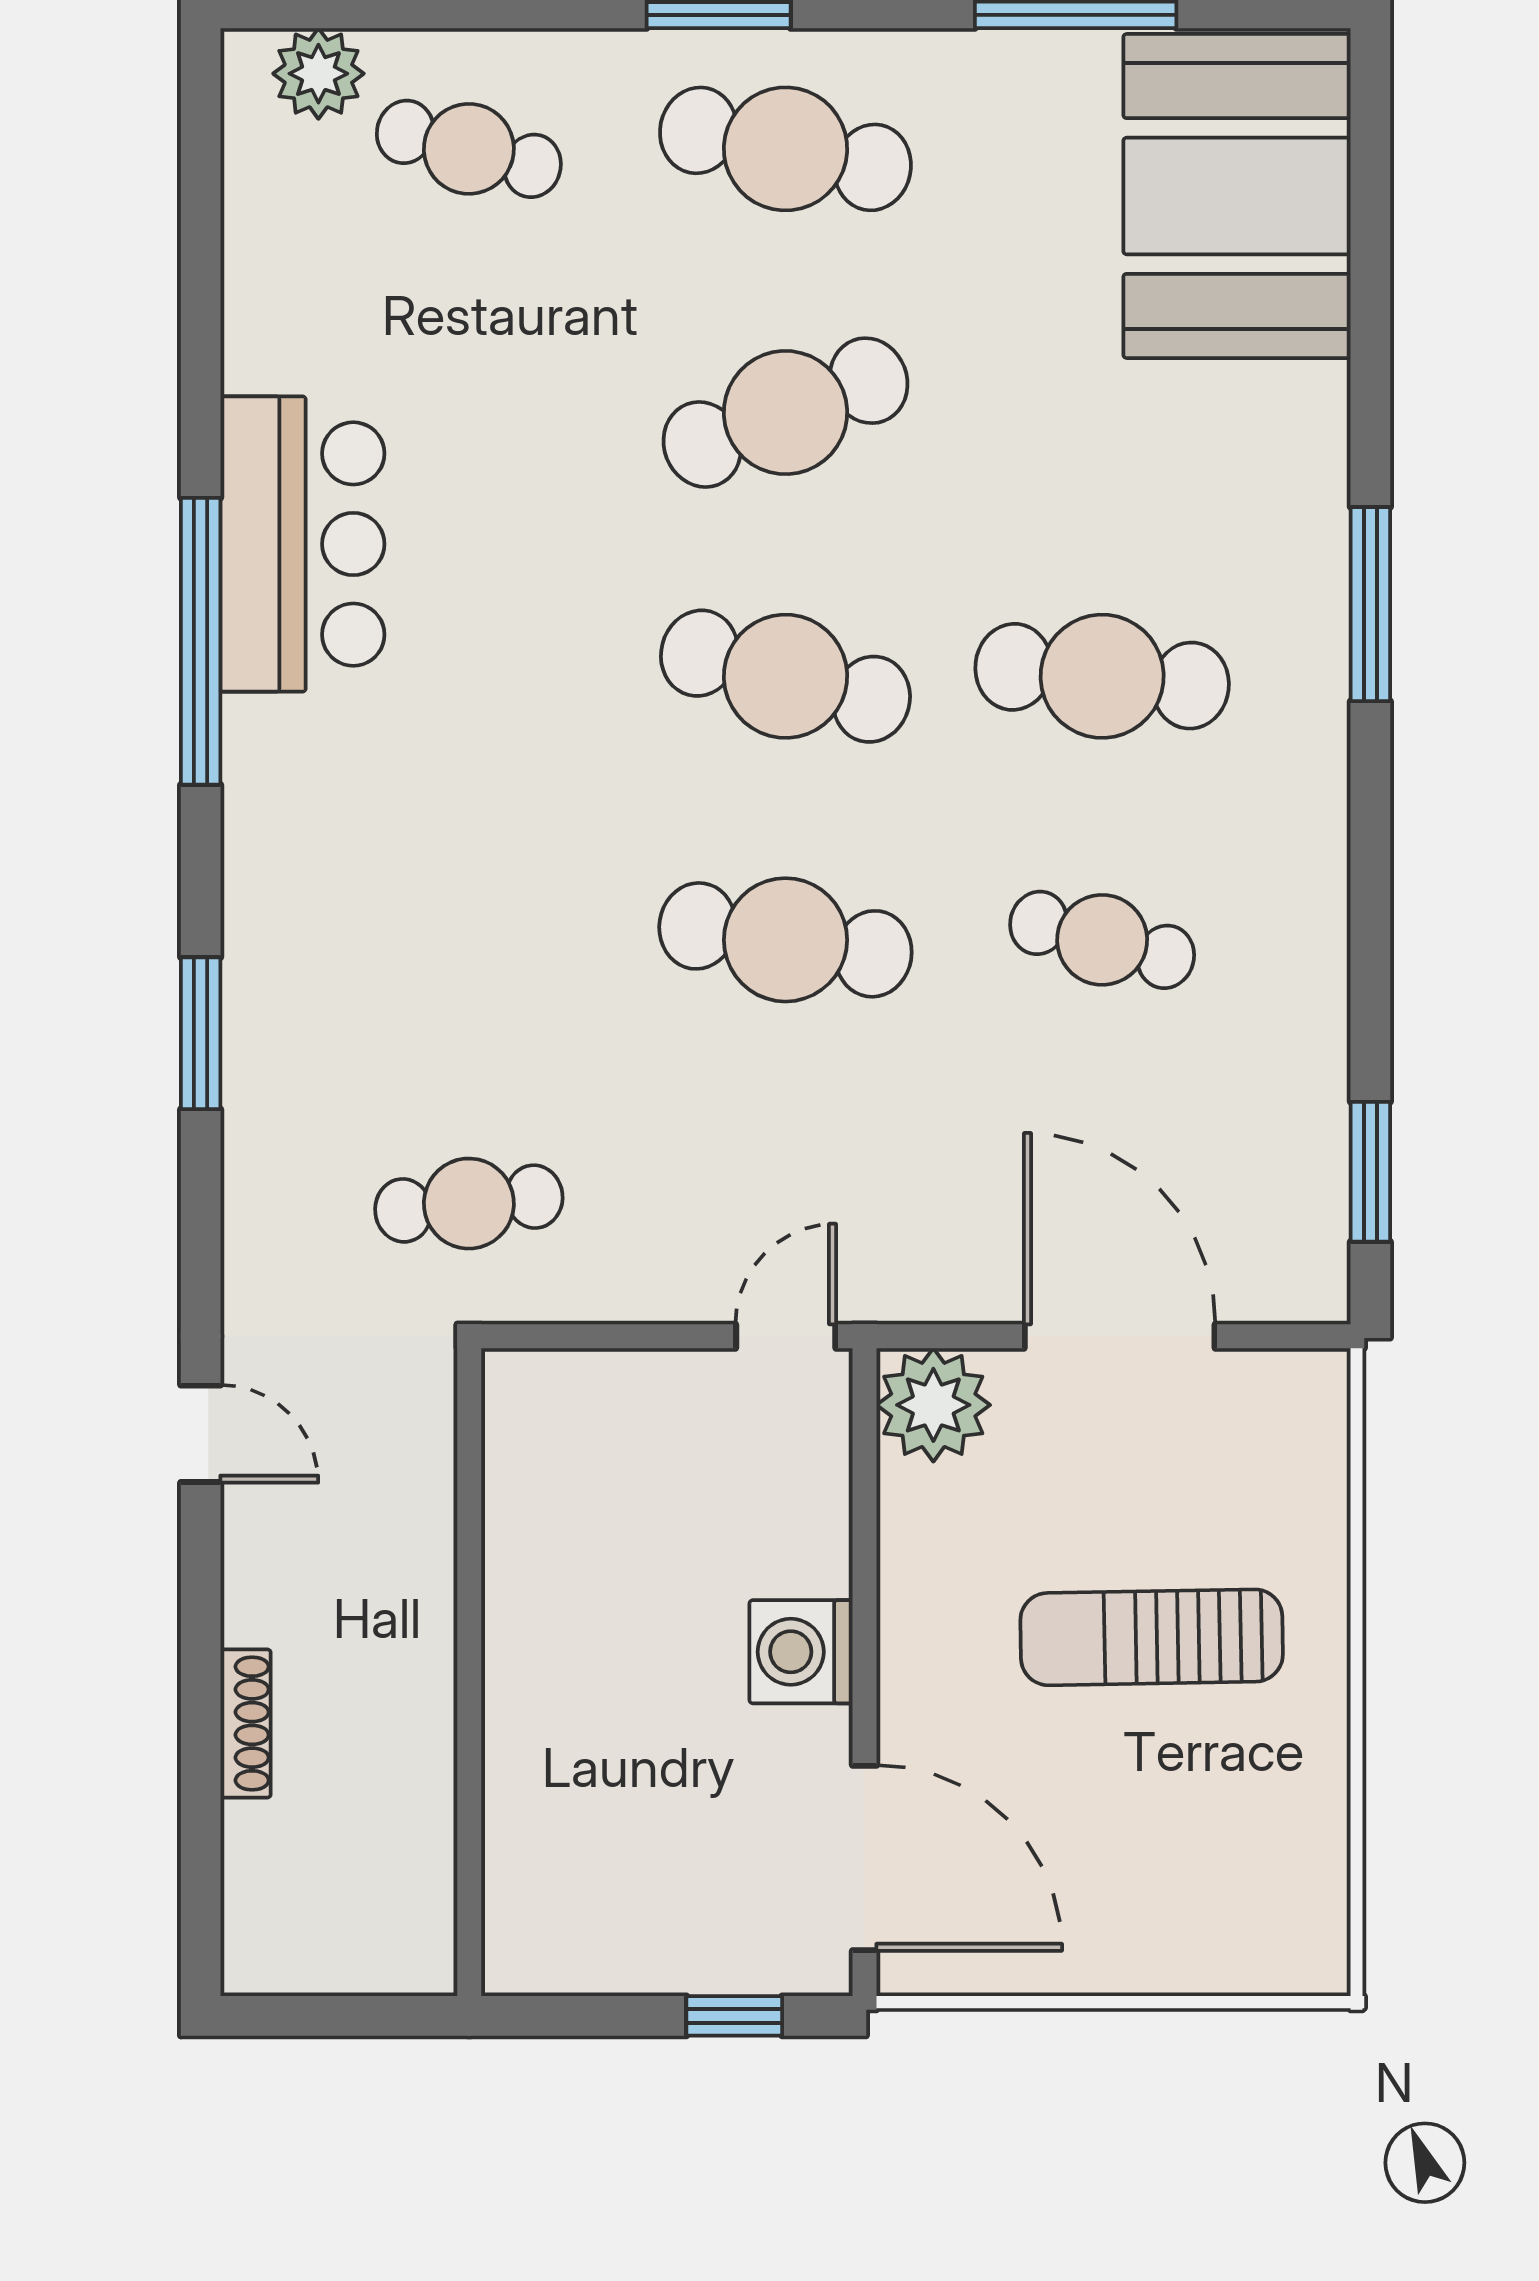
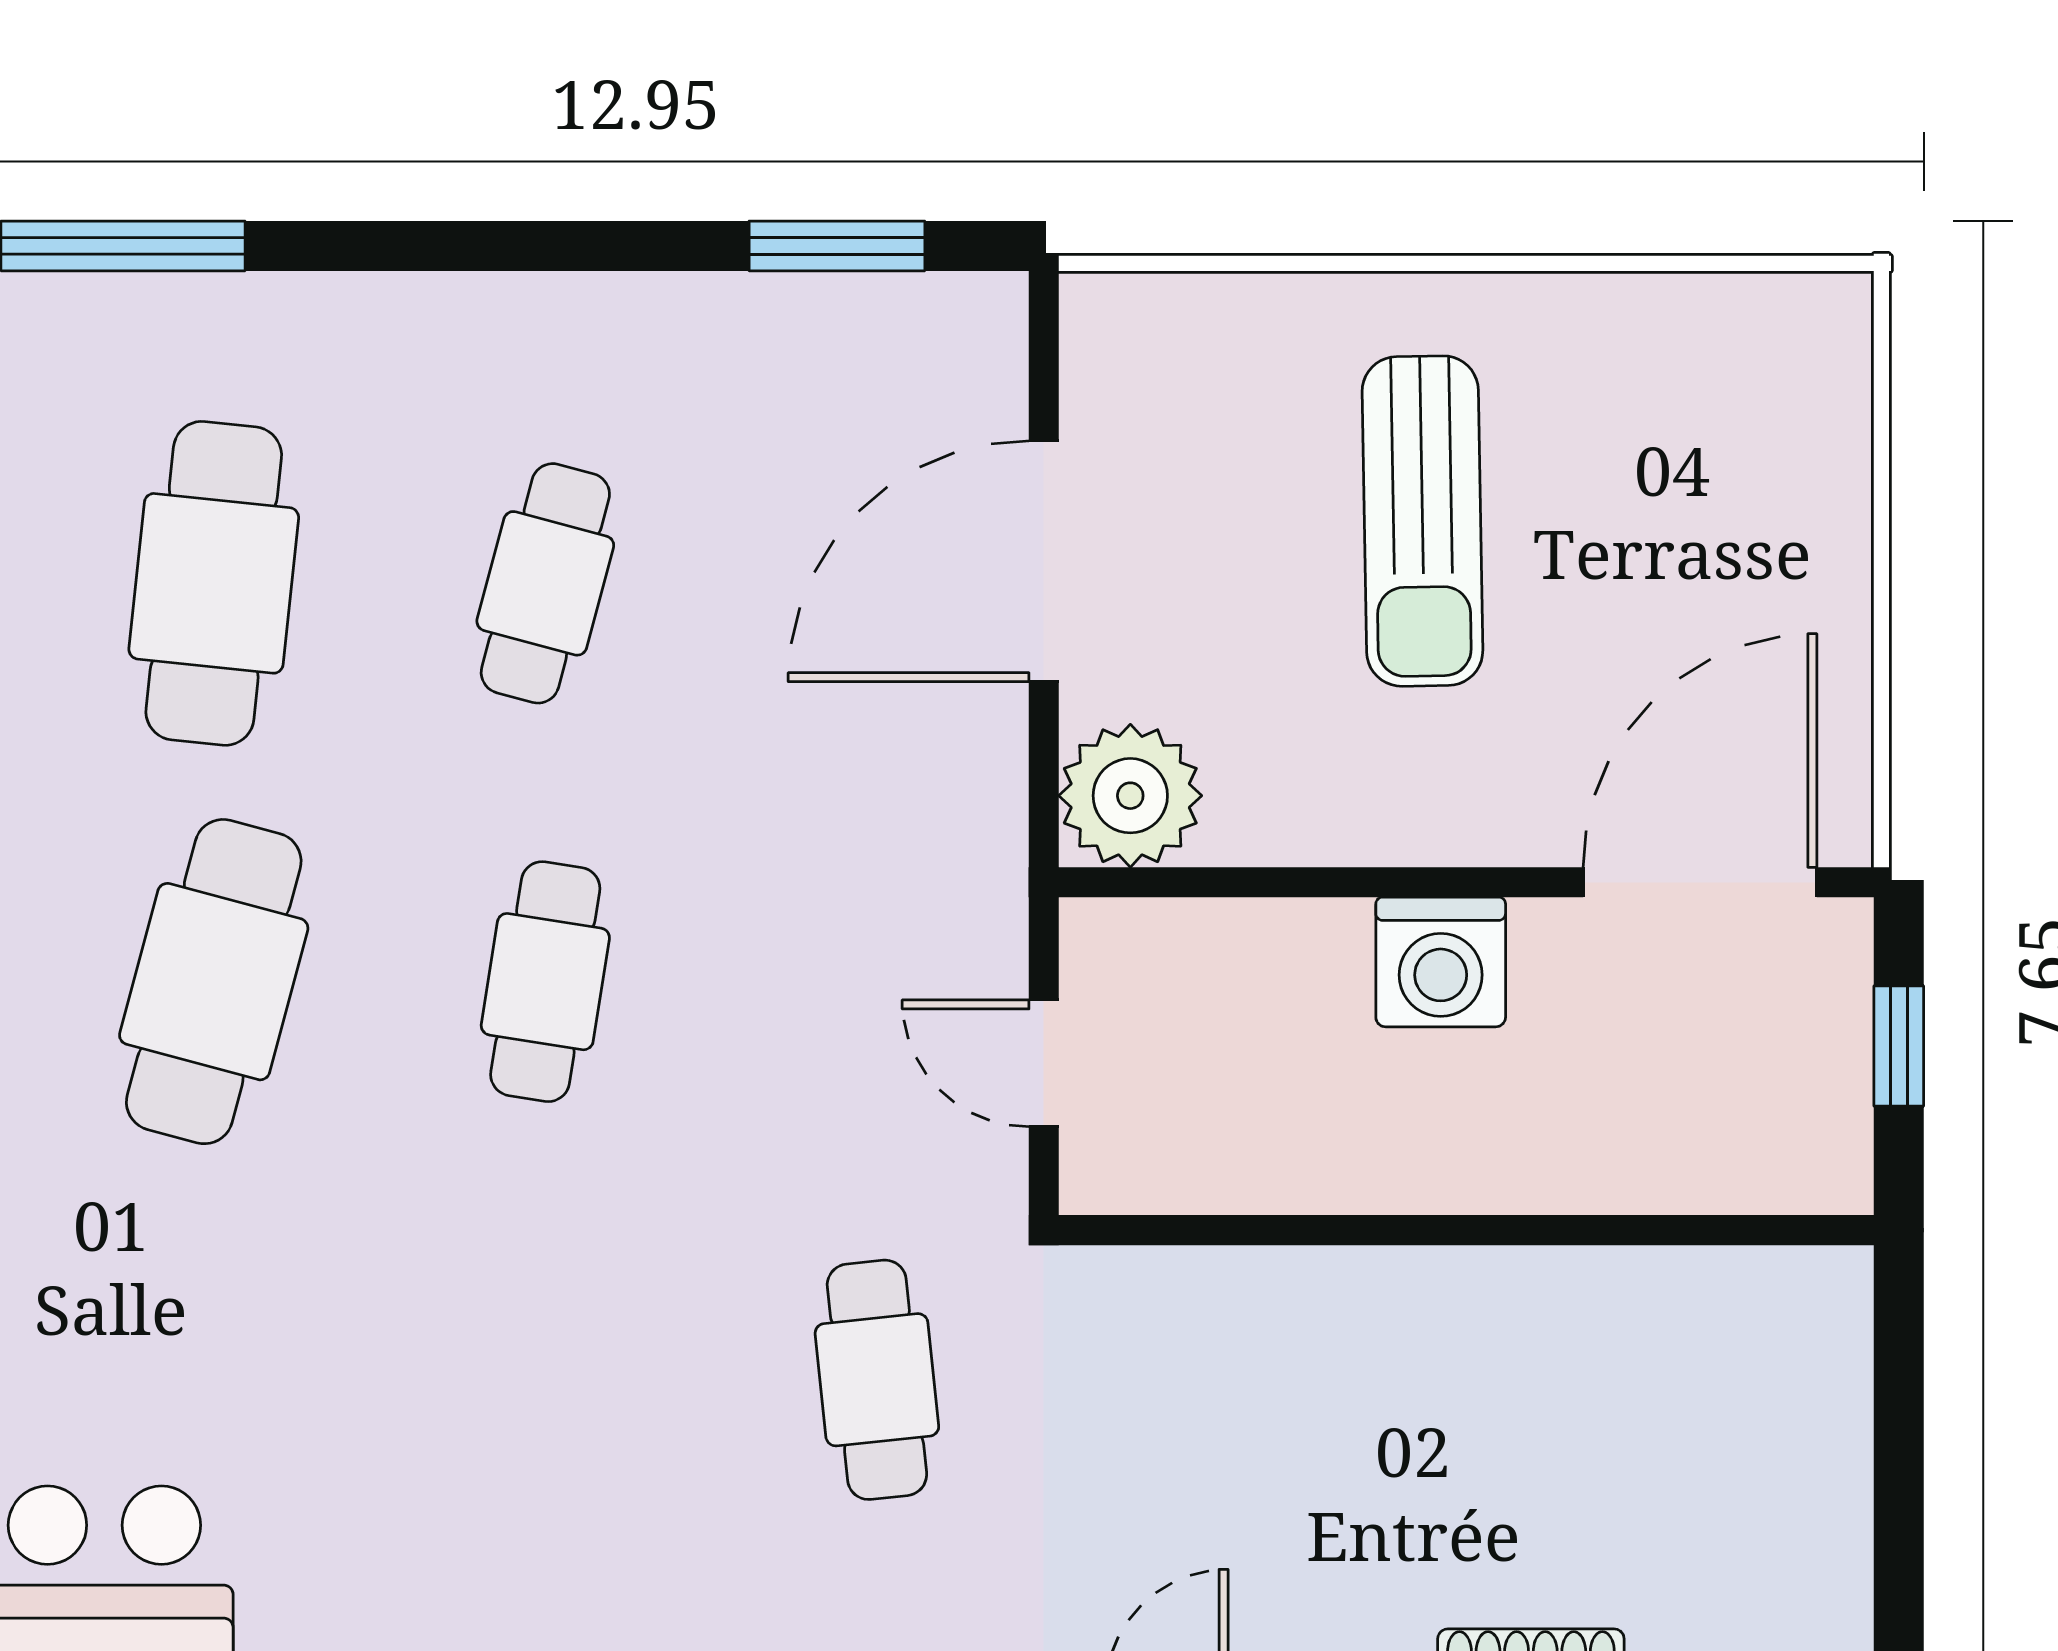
cafe table: (785, 940) -> (545, 982), width x0.73, depth x0.74
door: (786, 1336) -> (1044, 1063), moved
wall: (469, 1672) -> (1466, 1230), moved

